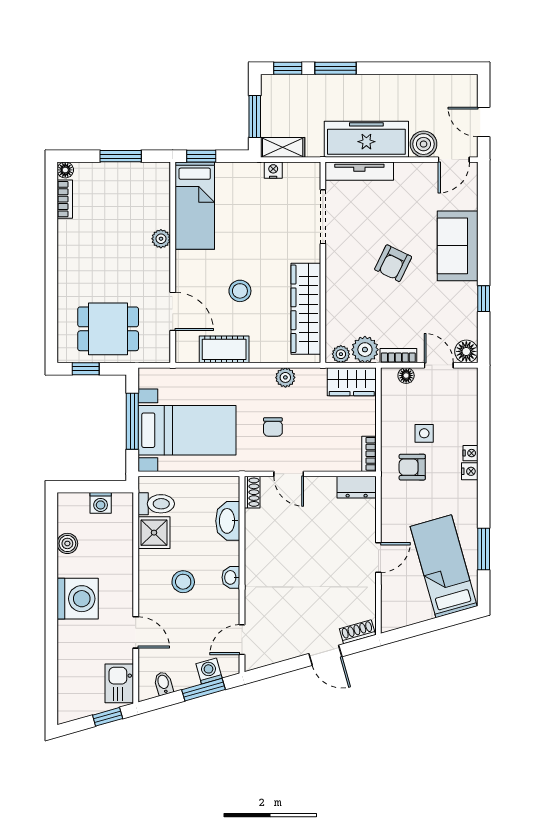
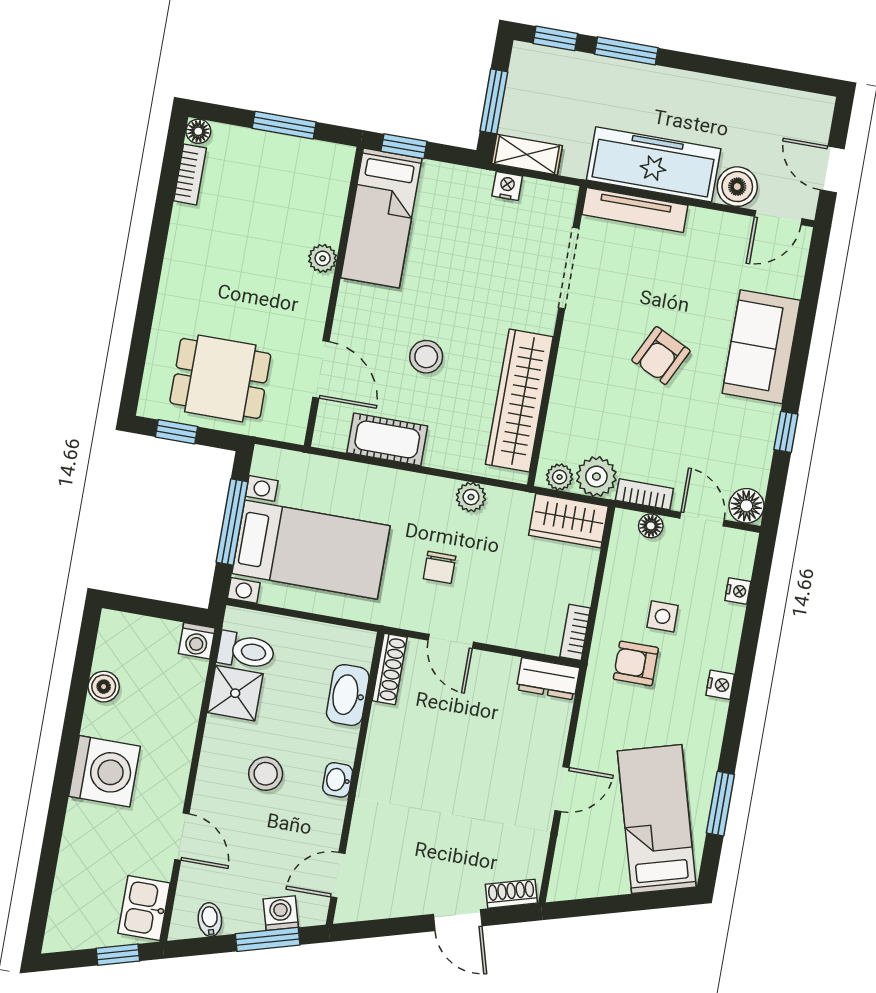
nightstand: (470, 453) -> (738, 591), moved
shoe rack: (252, 492) -> (390, 669), width x1.43
washing machine: (101, 503) -> (197, 641), moved

